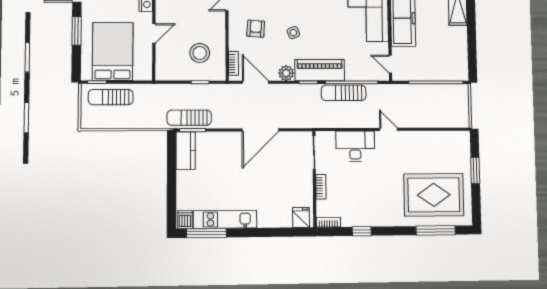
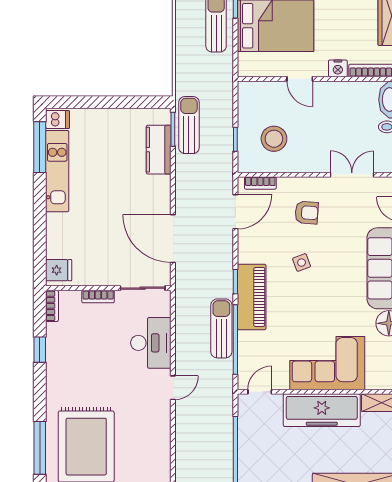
plant: (286, 73) -> (248, 252), removed
door: (260, 130) -> (173, 239), moved
kitchen counter: (186, 151) -> (159, 150), moved, turned 90

